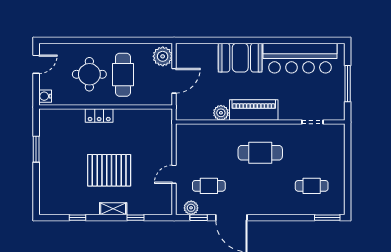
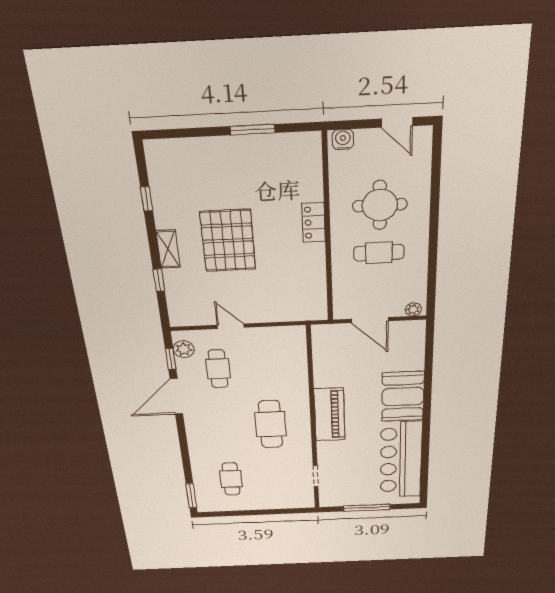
plant: (163, 56) -> (413, 309), width x0.53, depth x0.53
cafe table: (123, 75) -> (379, 253), width x0.73, depth x0.74
plant: (221, 113) -> (324, 378), removed

